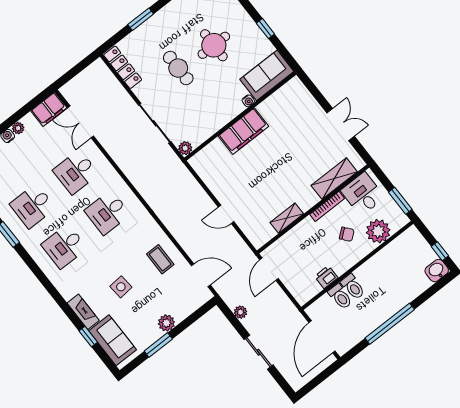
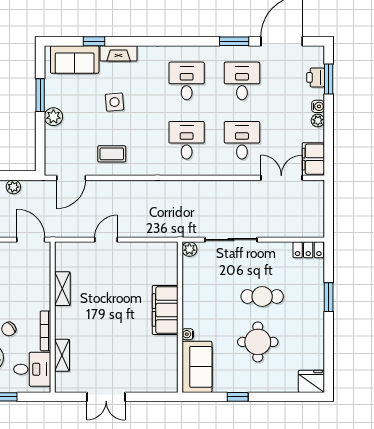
locker: (123, 67) -> (308, 250), width x0.66
shelving: (334, 179) -> (62, 355), width x0.67, depth x0.75

